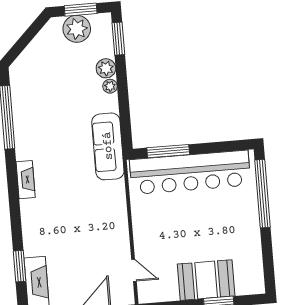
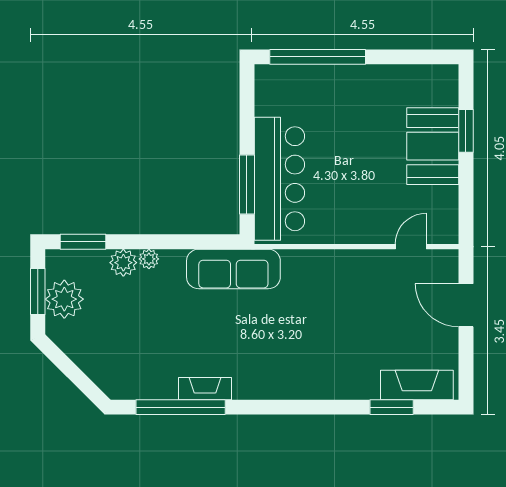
bar counter: (190, 172) -> (279, 179), width x0.73
fireplace: (26, 180) -> (205, 389), moved

